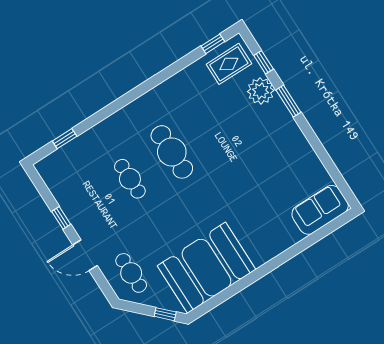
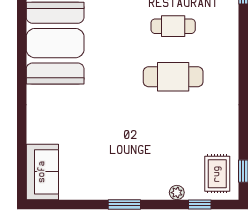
plant: (261, 91) -> (177, 193), width x0.53, depth x0.53
window: (288, 101) -> (124, 204), moved

